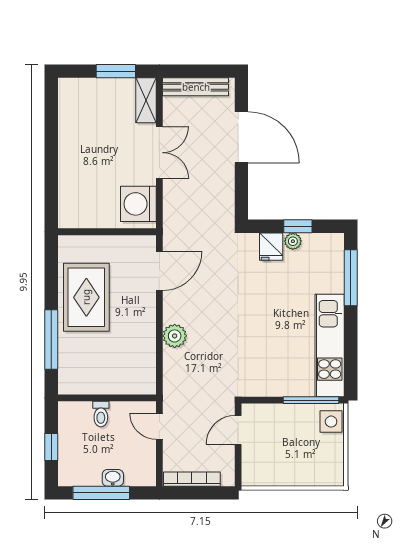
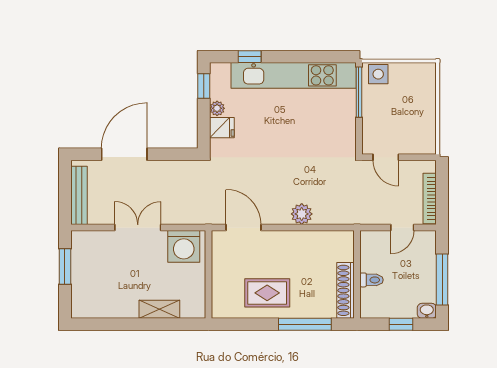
shelving: (146, 100) -> (159, 309), moved
window: (298, 226) -> (204, 86), moved
window: (351, 278) -> (250, 57), width x0.46
rug: (86, 297) -> (267, 293), width x0.73, depth x0.70
kitchen unit: (330, 345) -> (294, 75), width x1.36
shoe rack: (89, 385) -> (345, 290), added
door: (159, 426) -> (402, 228), moved
washbasin: (113, 478) -> (427, 311), moved, turned 90

